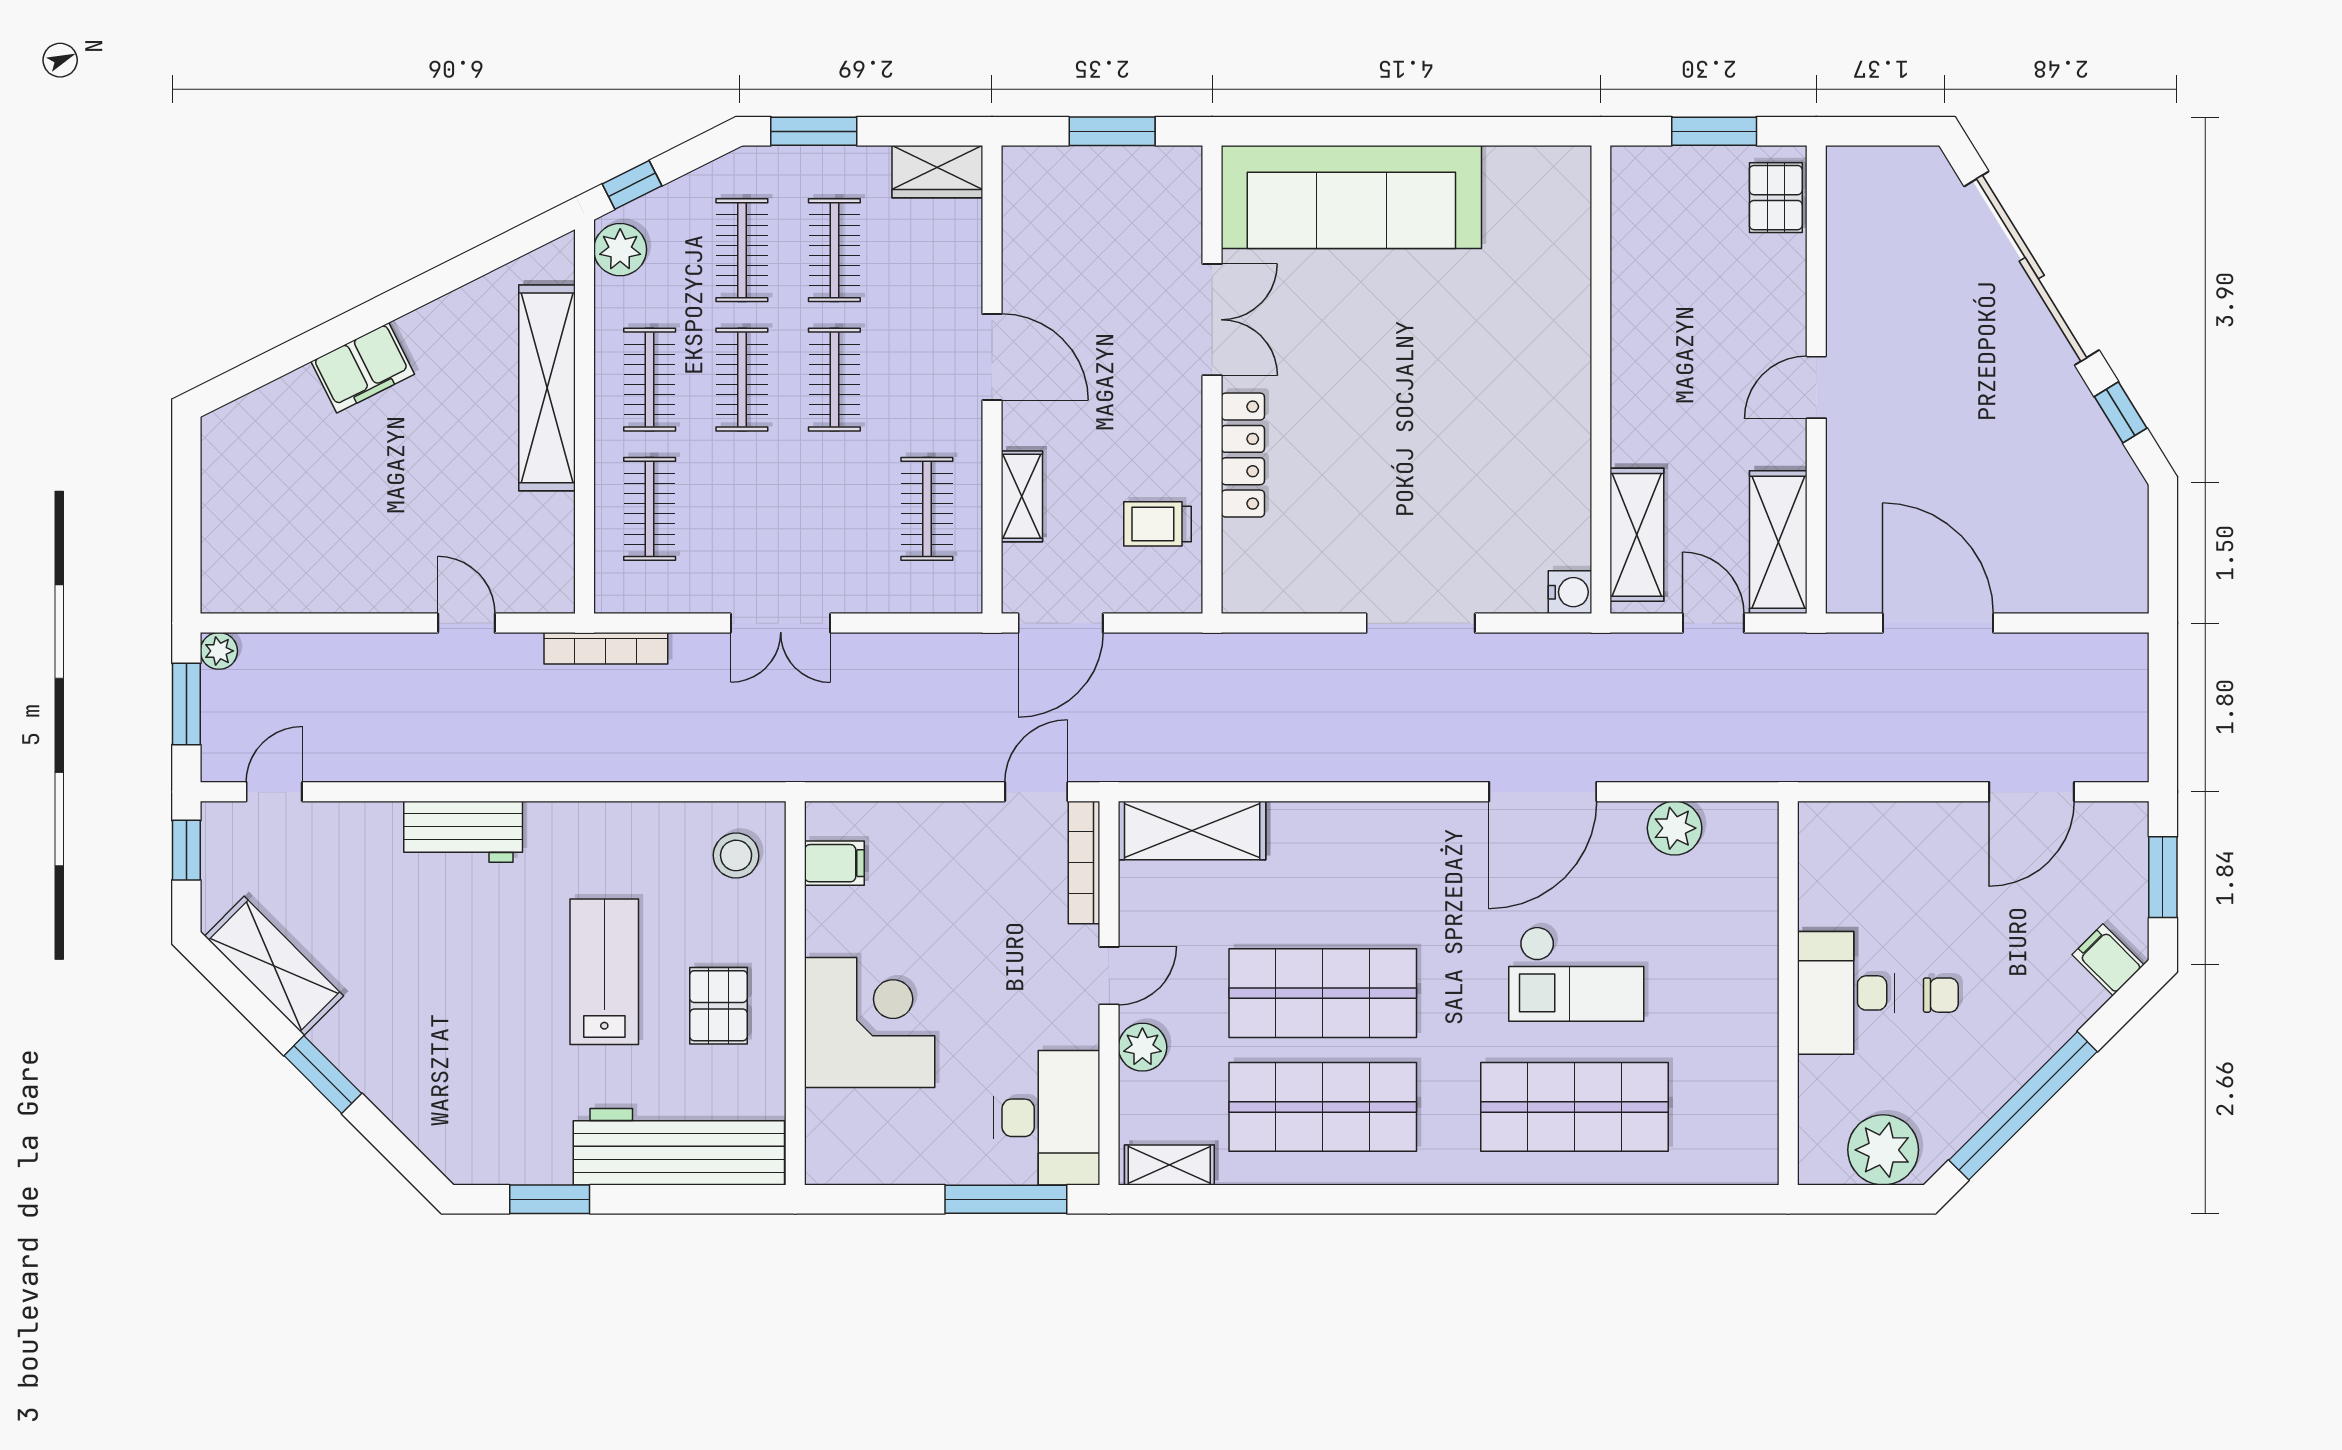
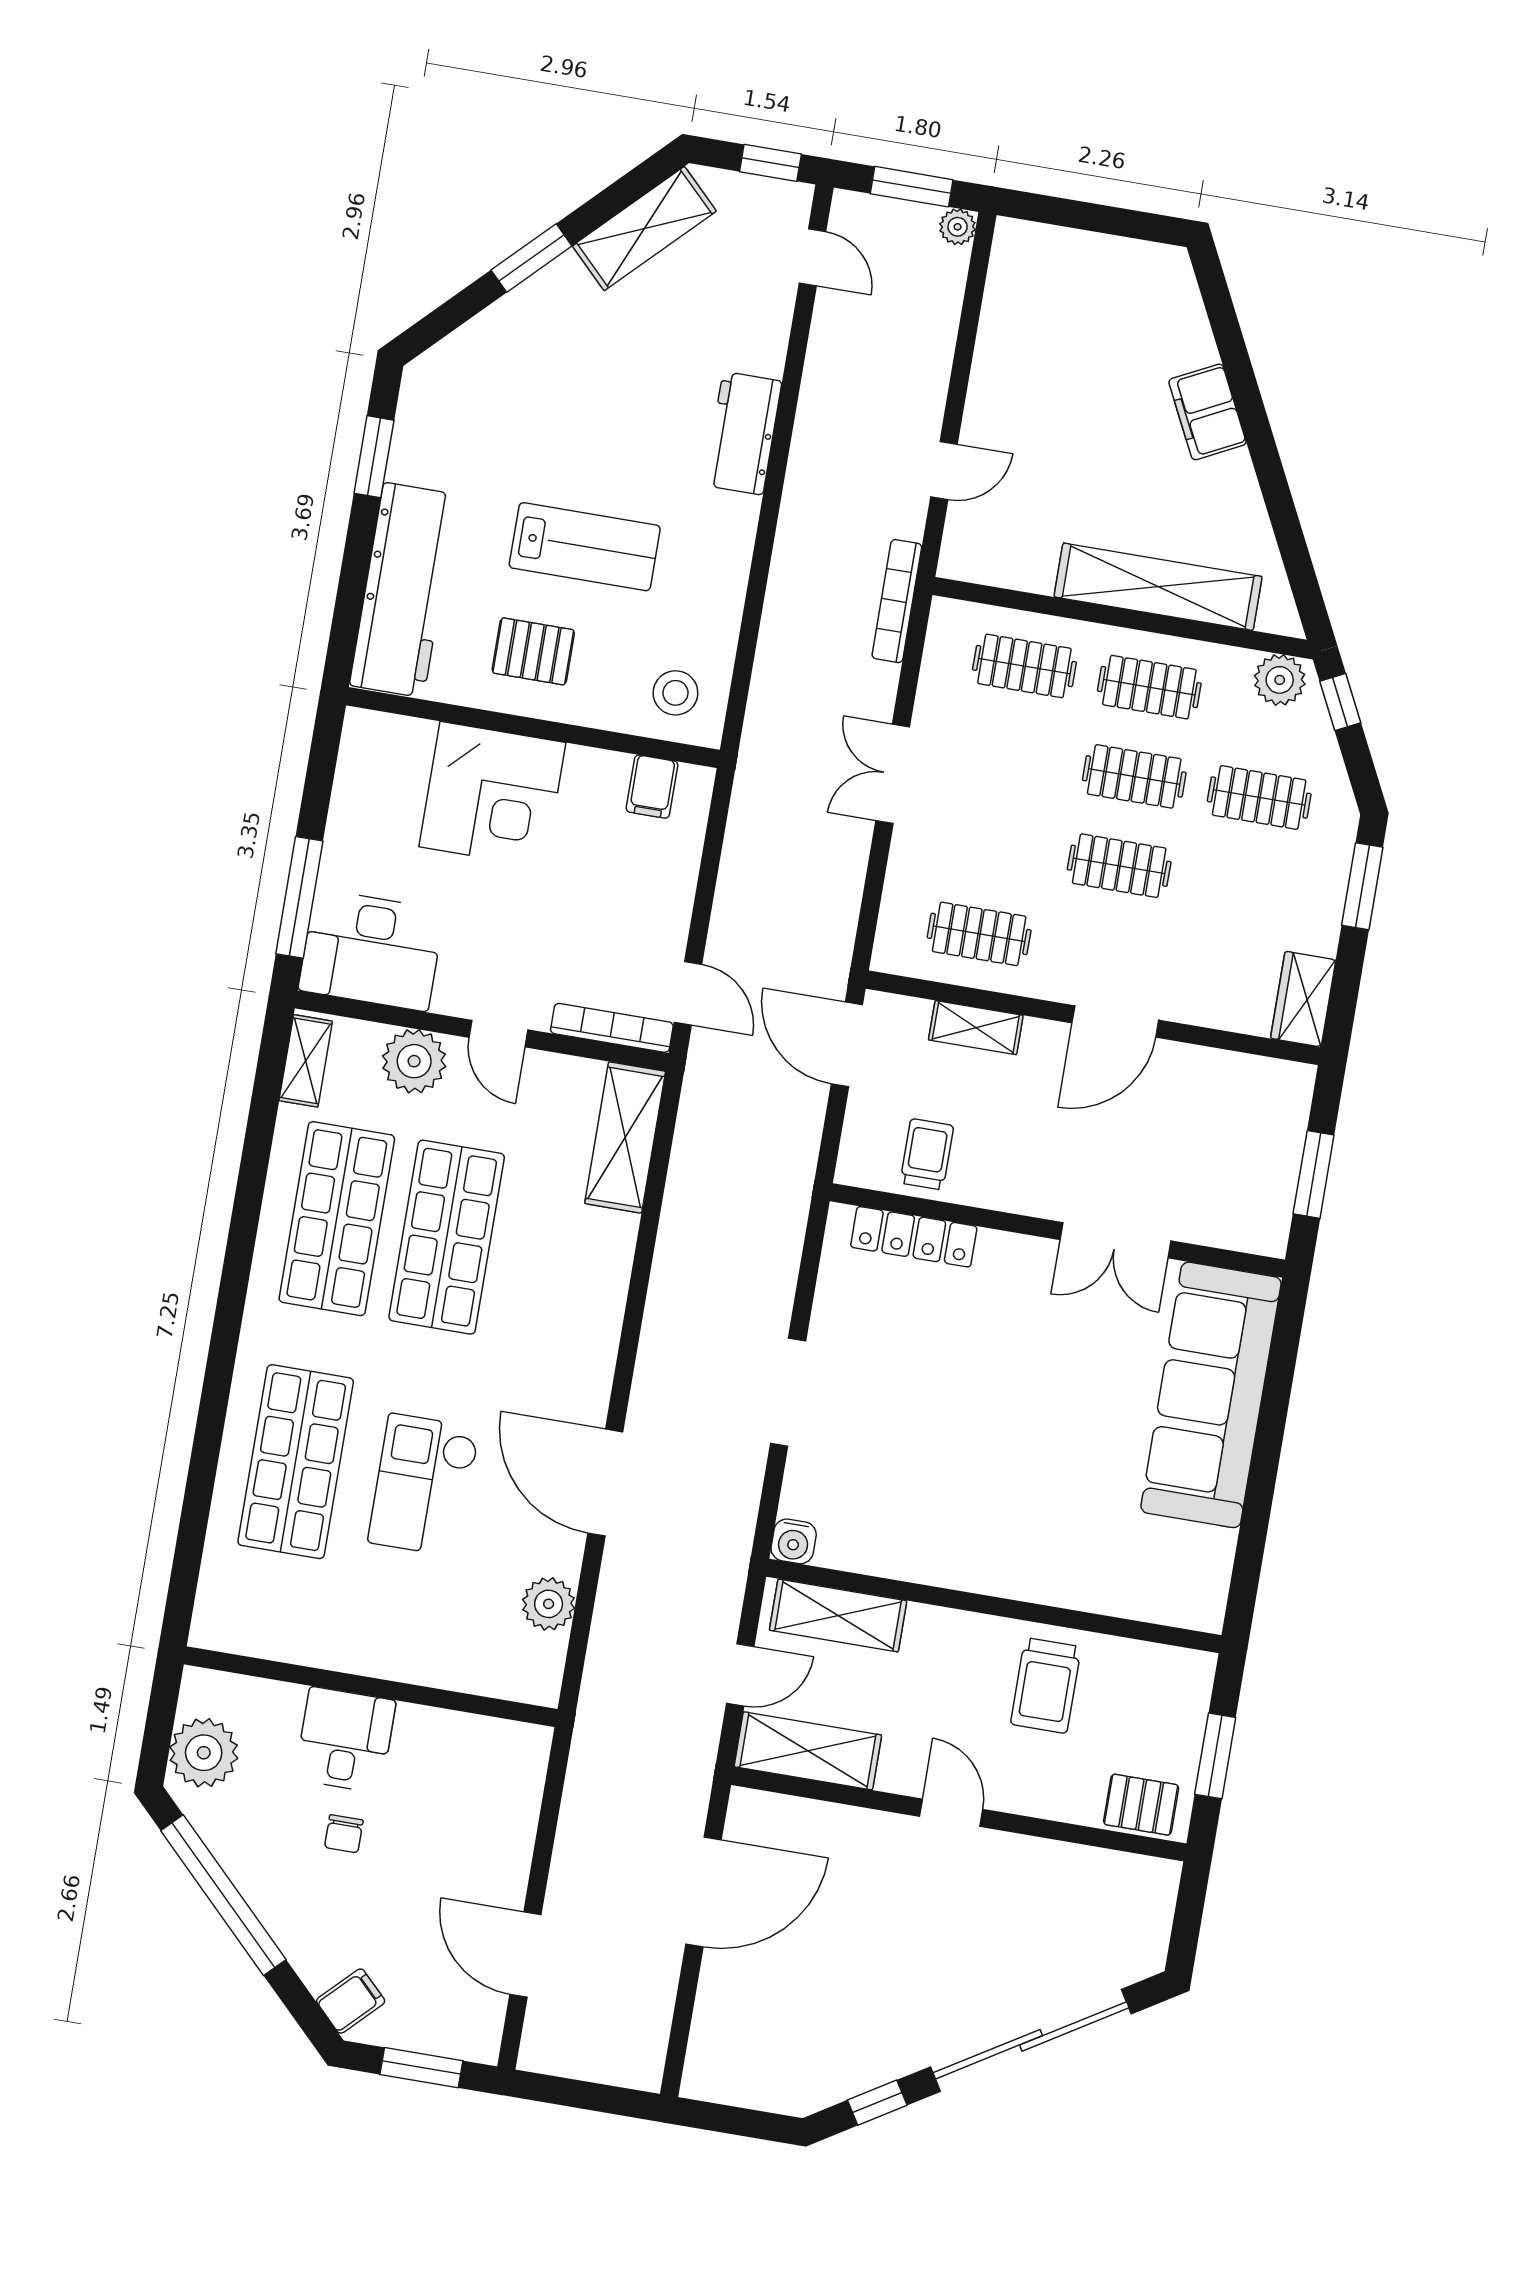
clothes rail: (834, 250) -> (1244, 887), removed
trolley: (1672, 314) -> (1046, 1685), added
locker: (1243, 455) -> (914, 1237), moved
desk: (1846, 993) -> (345, 1740), width x0.73
plant: (1142, 1047) -> (414, 1061), width x1.36, depth x1.36

